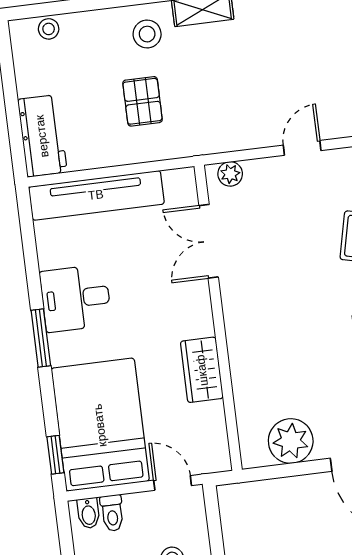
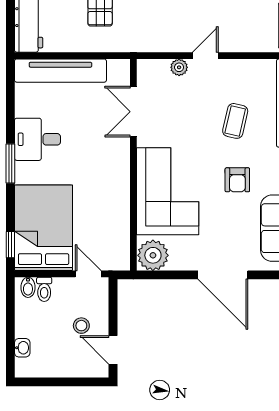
plant: (230, 174) -> (179, 67), moved
corner sofa: (272, 350) -> (168, 191), added
wardrobe: (202, 370) -> (118, 199), removed
plant: (291, 441) -> (153, 255), moved

